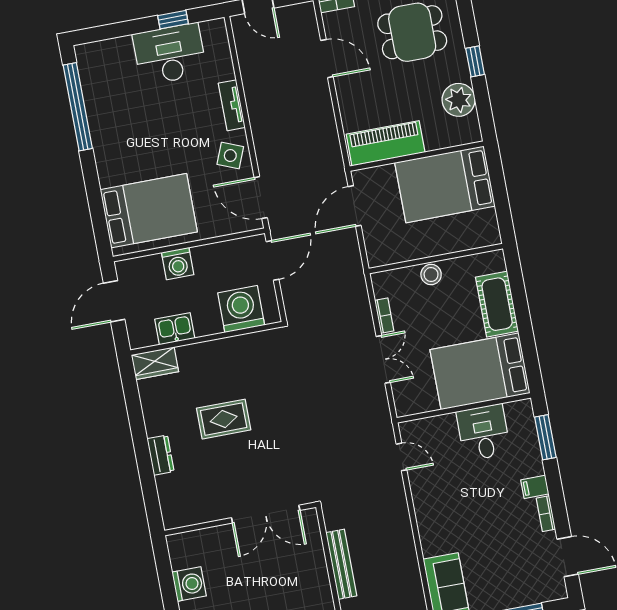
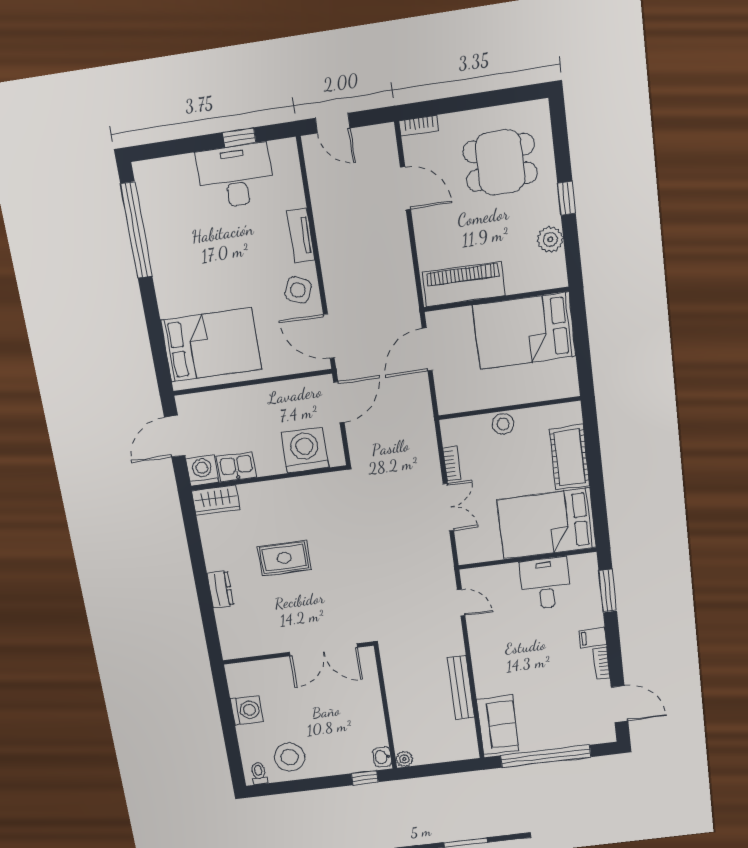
plant: (459, 100) -> (550, 239), width x0.73, depth x0.73
washing machine: (178, 264) -> (202, 471), moved, turned 180
bench: (341, 564) -> (461, 688), moved

